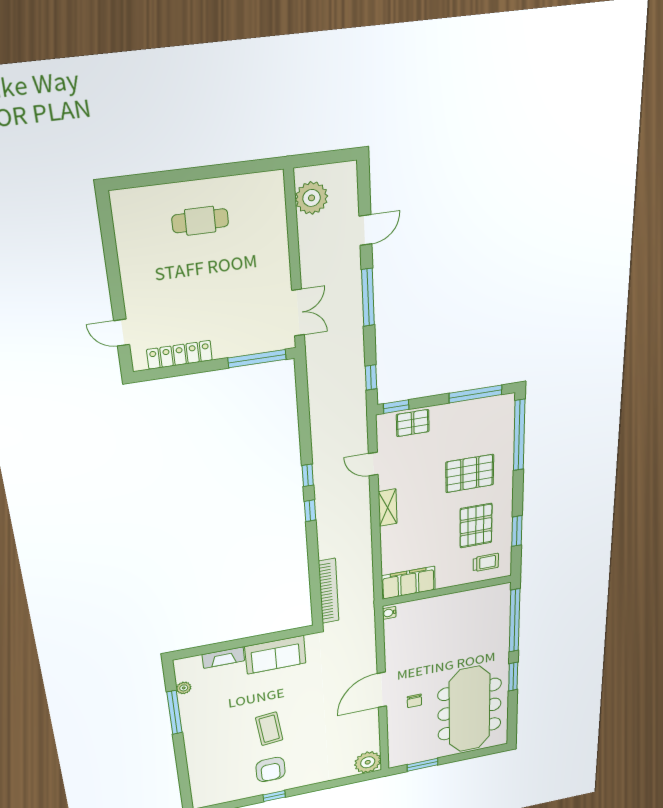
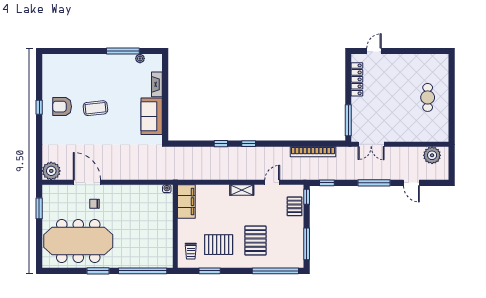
window: (308, 475) -> (221, 144), moved
bookcase: (329, 591) -> (313, 152), moved
door: (382, 690) -> (87, 182), moved

